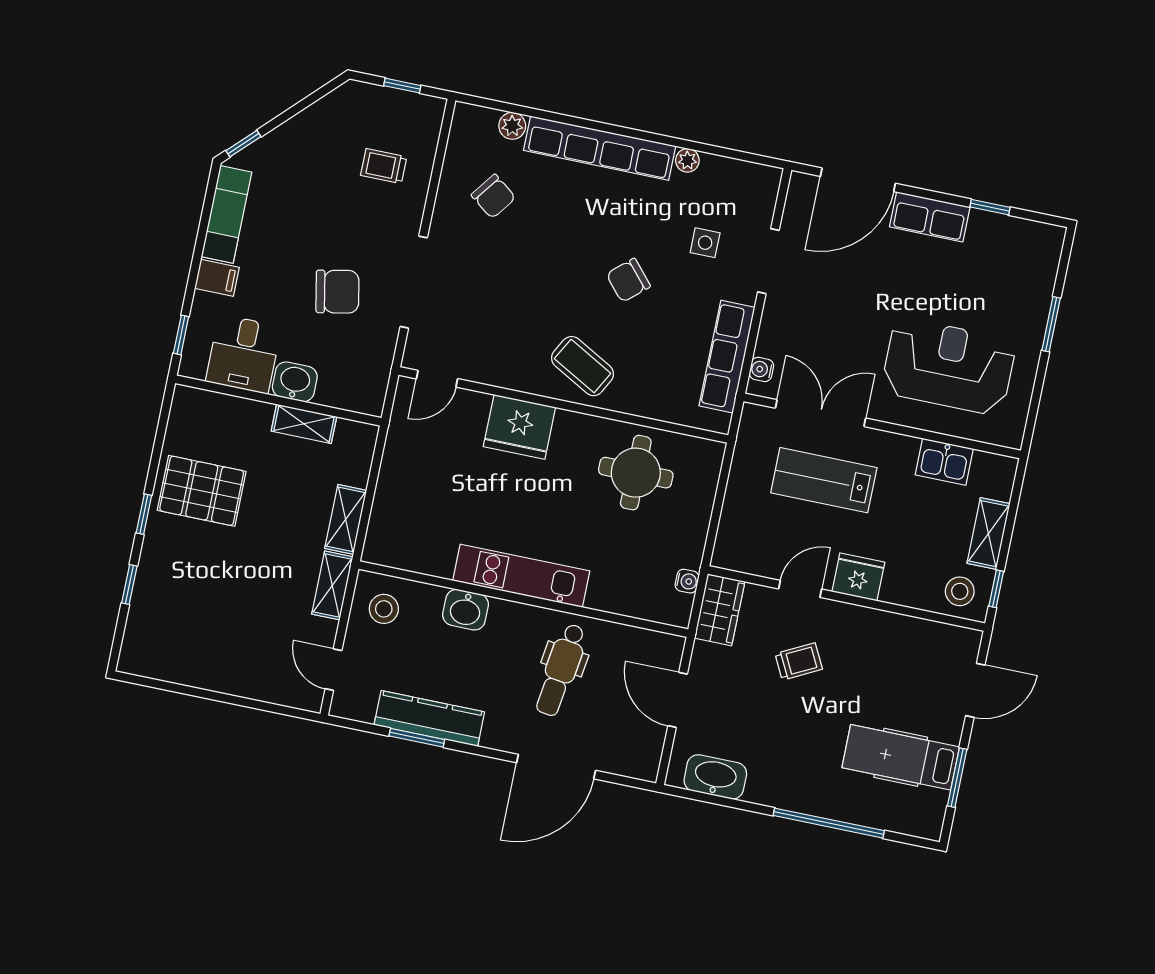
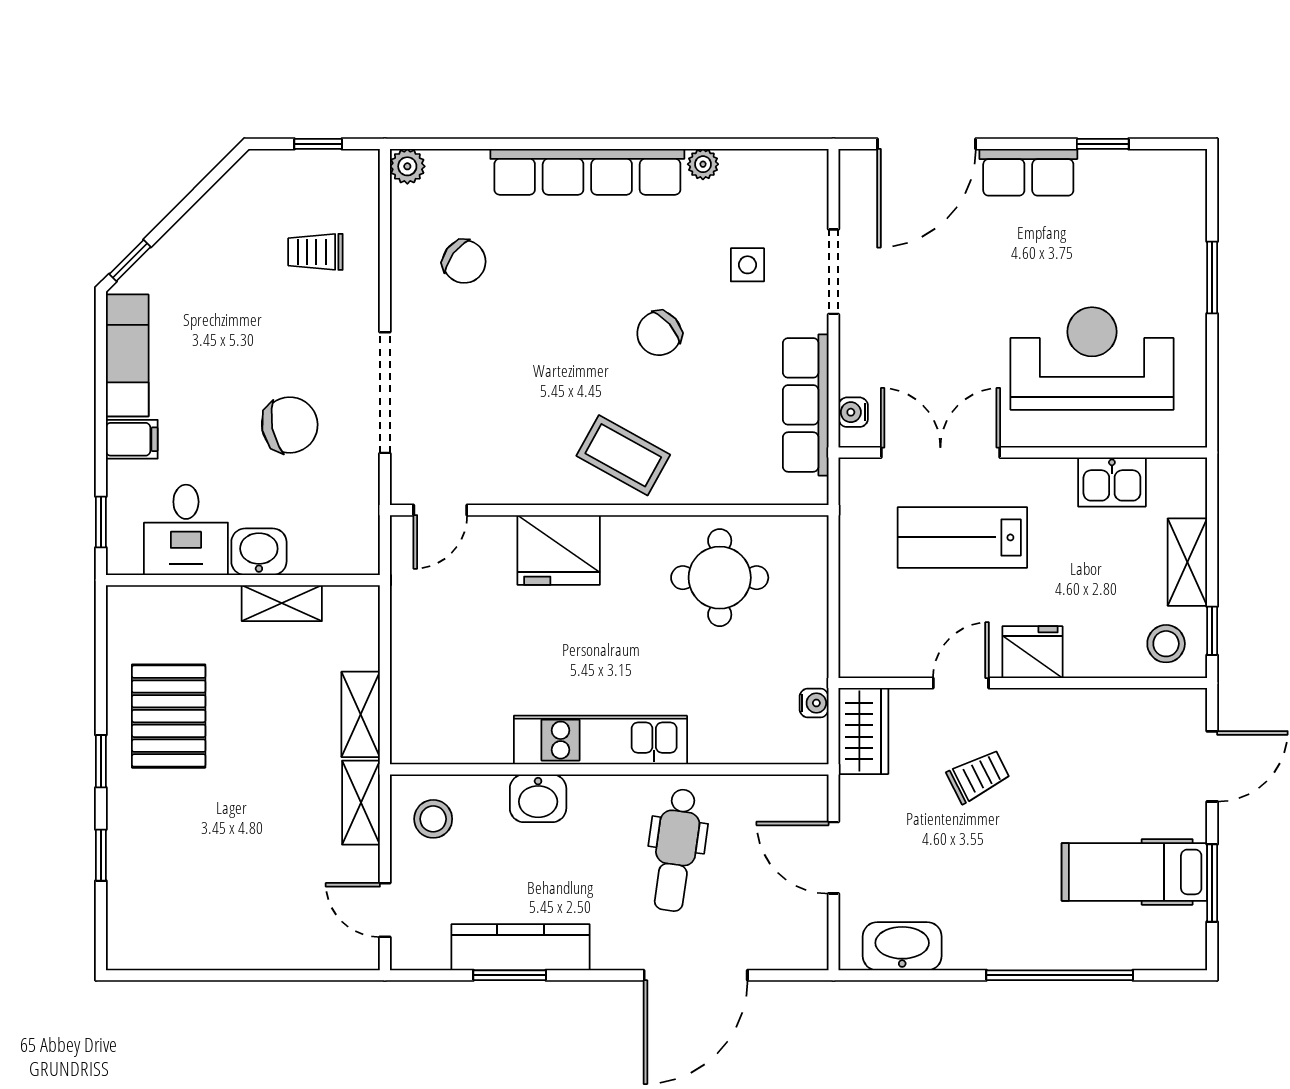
plant: (512, 126) -> (407, 166), moved
pallet: (202, 491) -> (169, 716), turned 90

